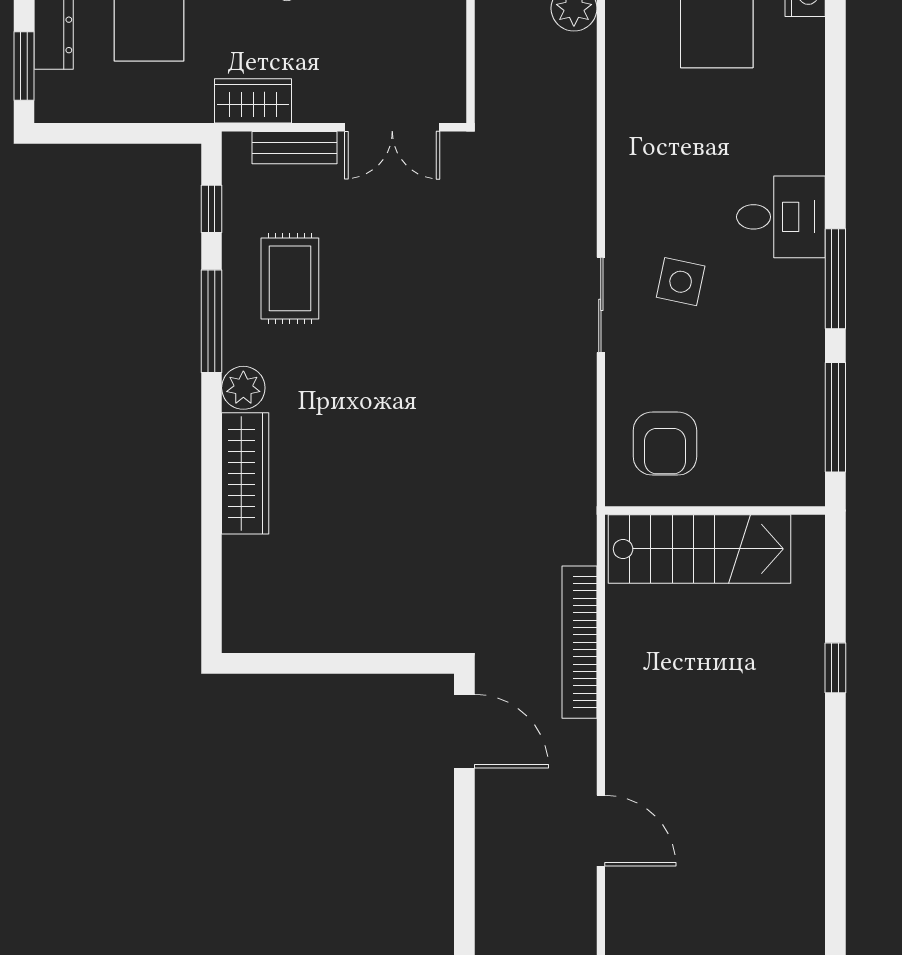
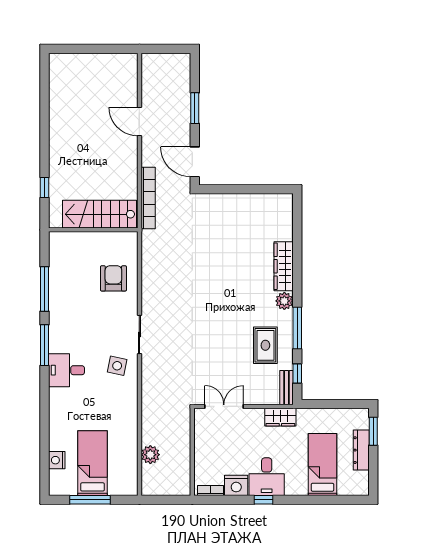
bench: (294, 148) -> (286, 388), moved, turned 90
side table: (681, 282) -> (117, 366), moved
wall: (715, 511) -> (93, 230), moved
stairs: (700, 549) -> (99, 214), moved
window: (464, 864) -> (195, 108), added

